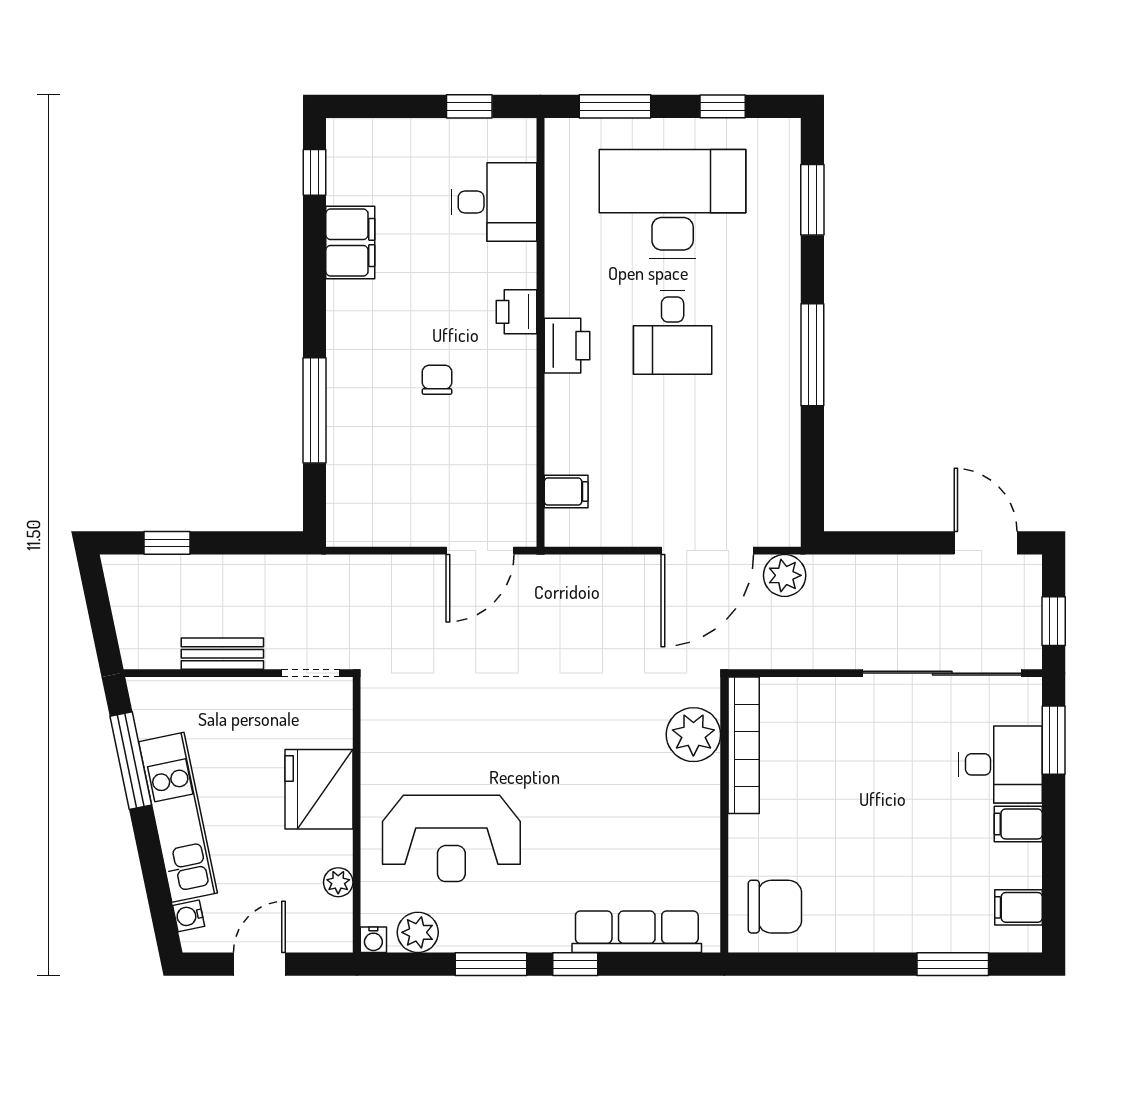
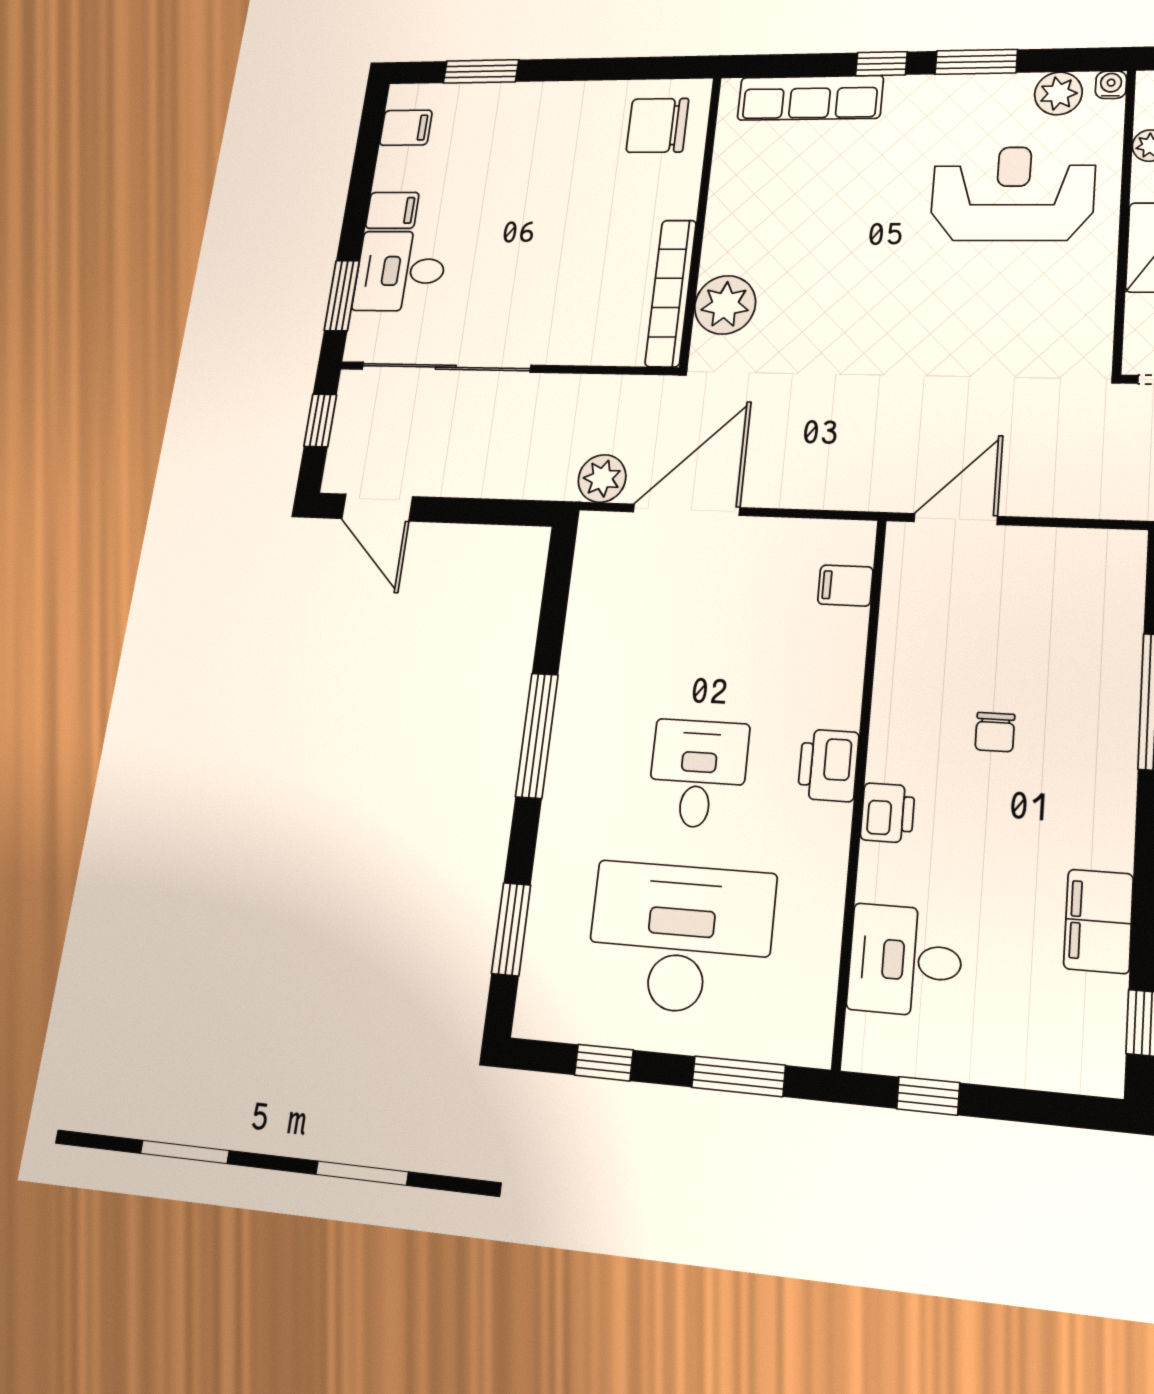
desk: (673, 204) -> (680, 938), turned 180

